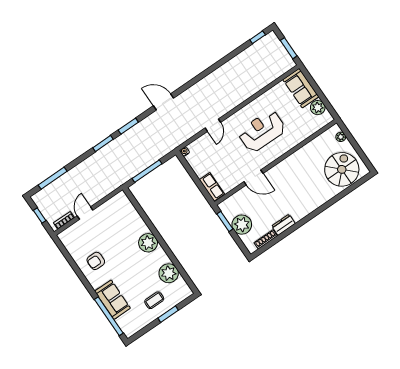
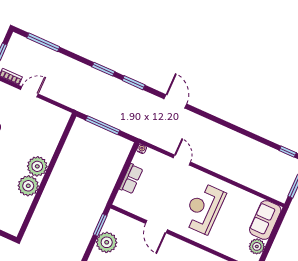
door: (213, 125) -> (182, 160), swing flipped
reception desk: (262, 131) -> (204, 208), turned -90
row of seats: (212, 187) -> (131, 179), moved
plant: (169, 273) -> (28, 186), moved

